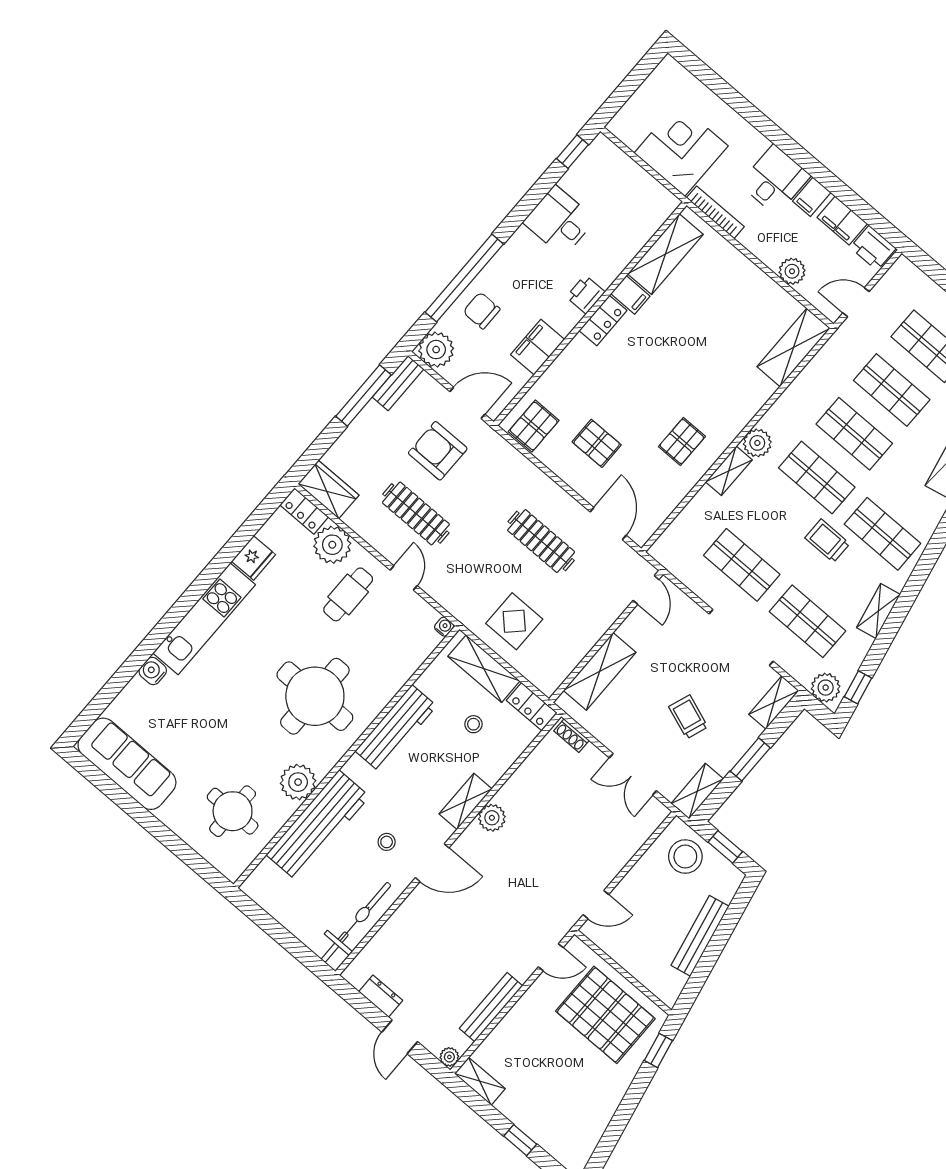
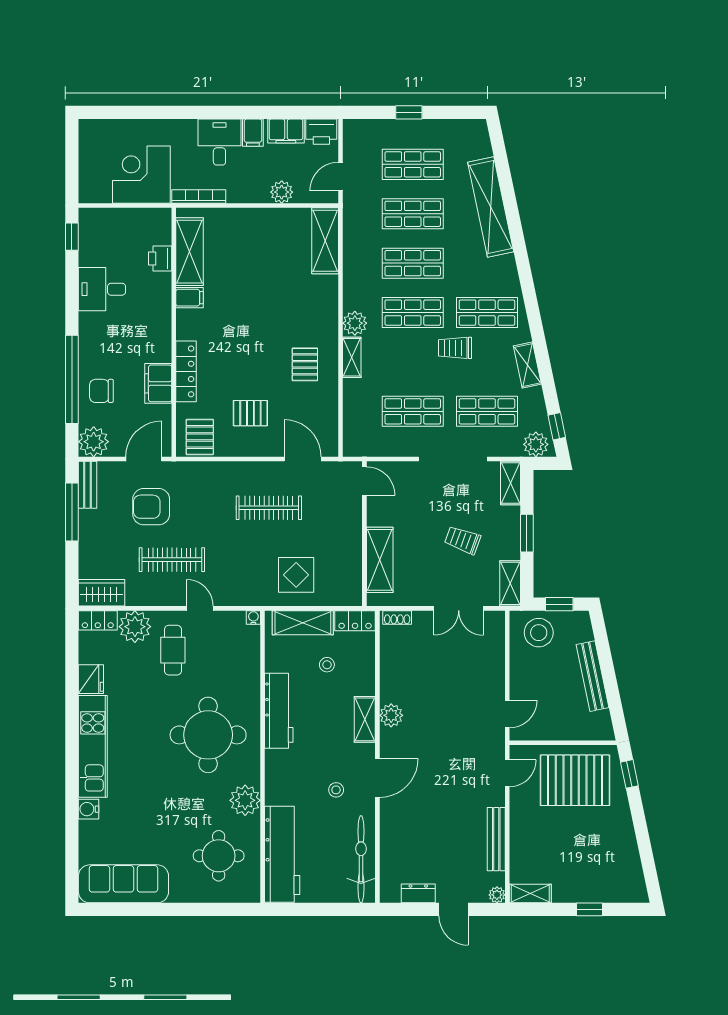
printer: (586, 294) -> (160, 258), moved
locker: (603, 321) -> (186, 371), moved, width x1.53
workbench: (318, 826) -> (282, 854), moved

